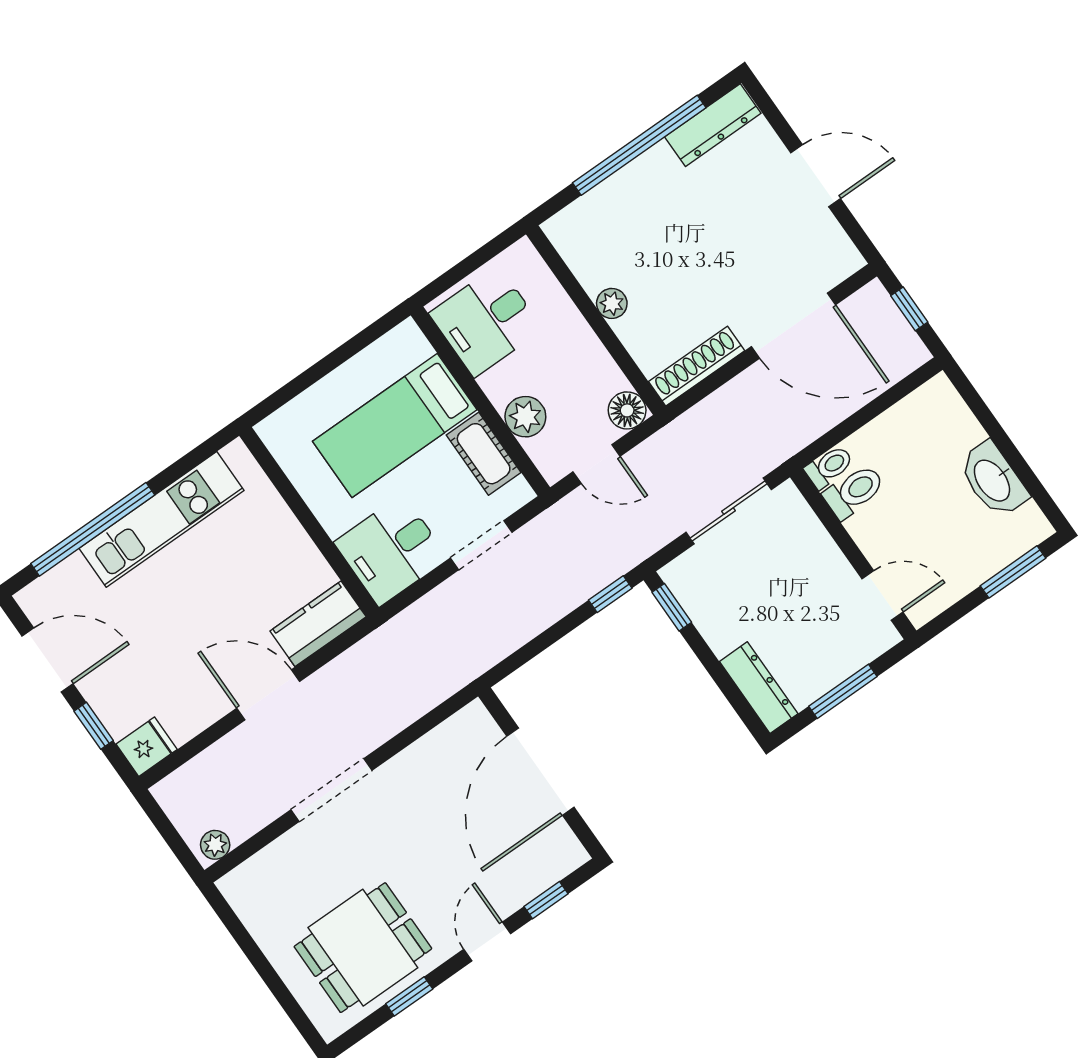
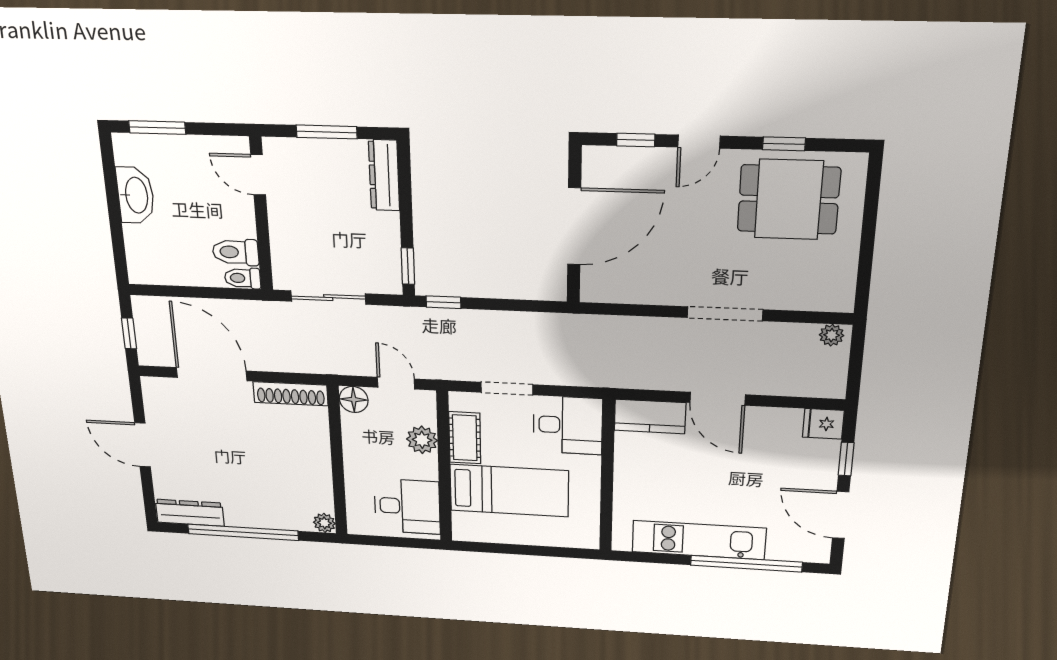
plant: (612, 303) -> (324, 523), moved

